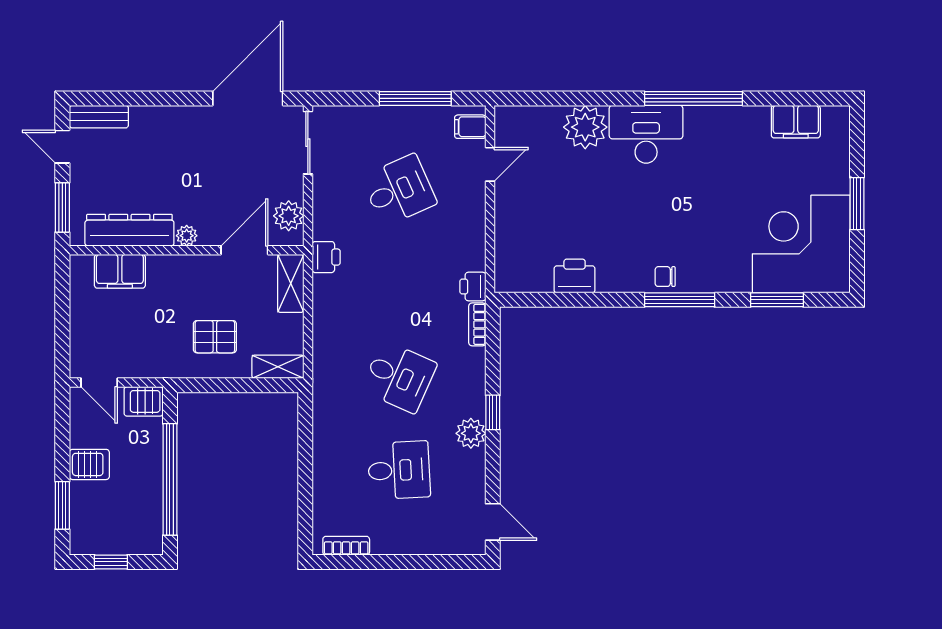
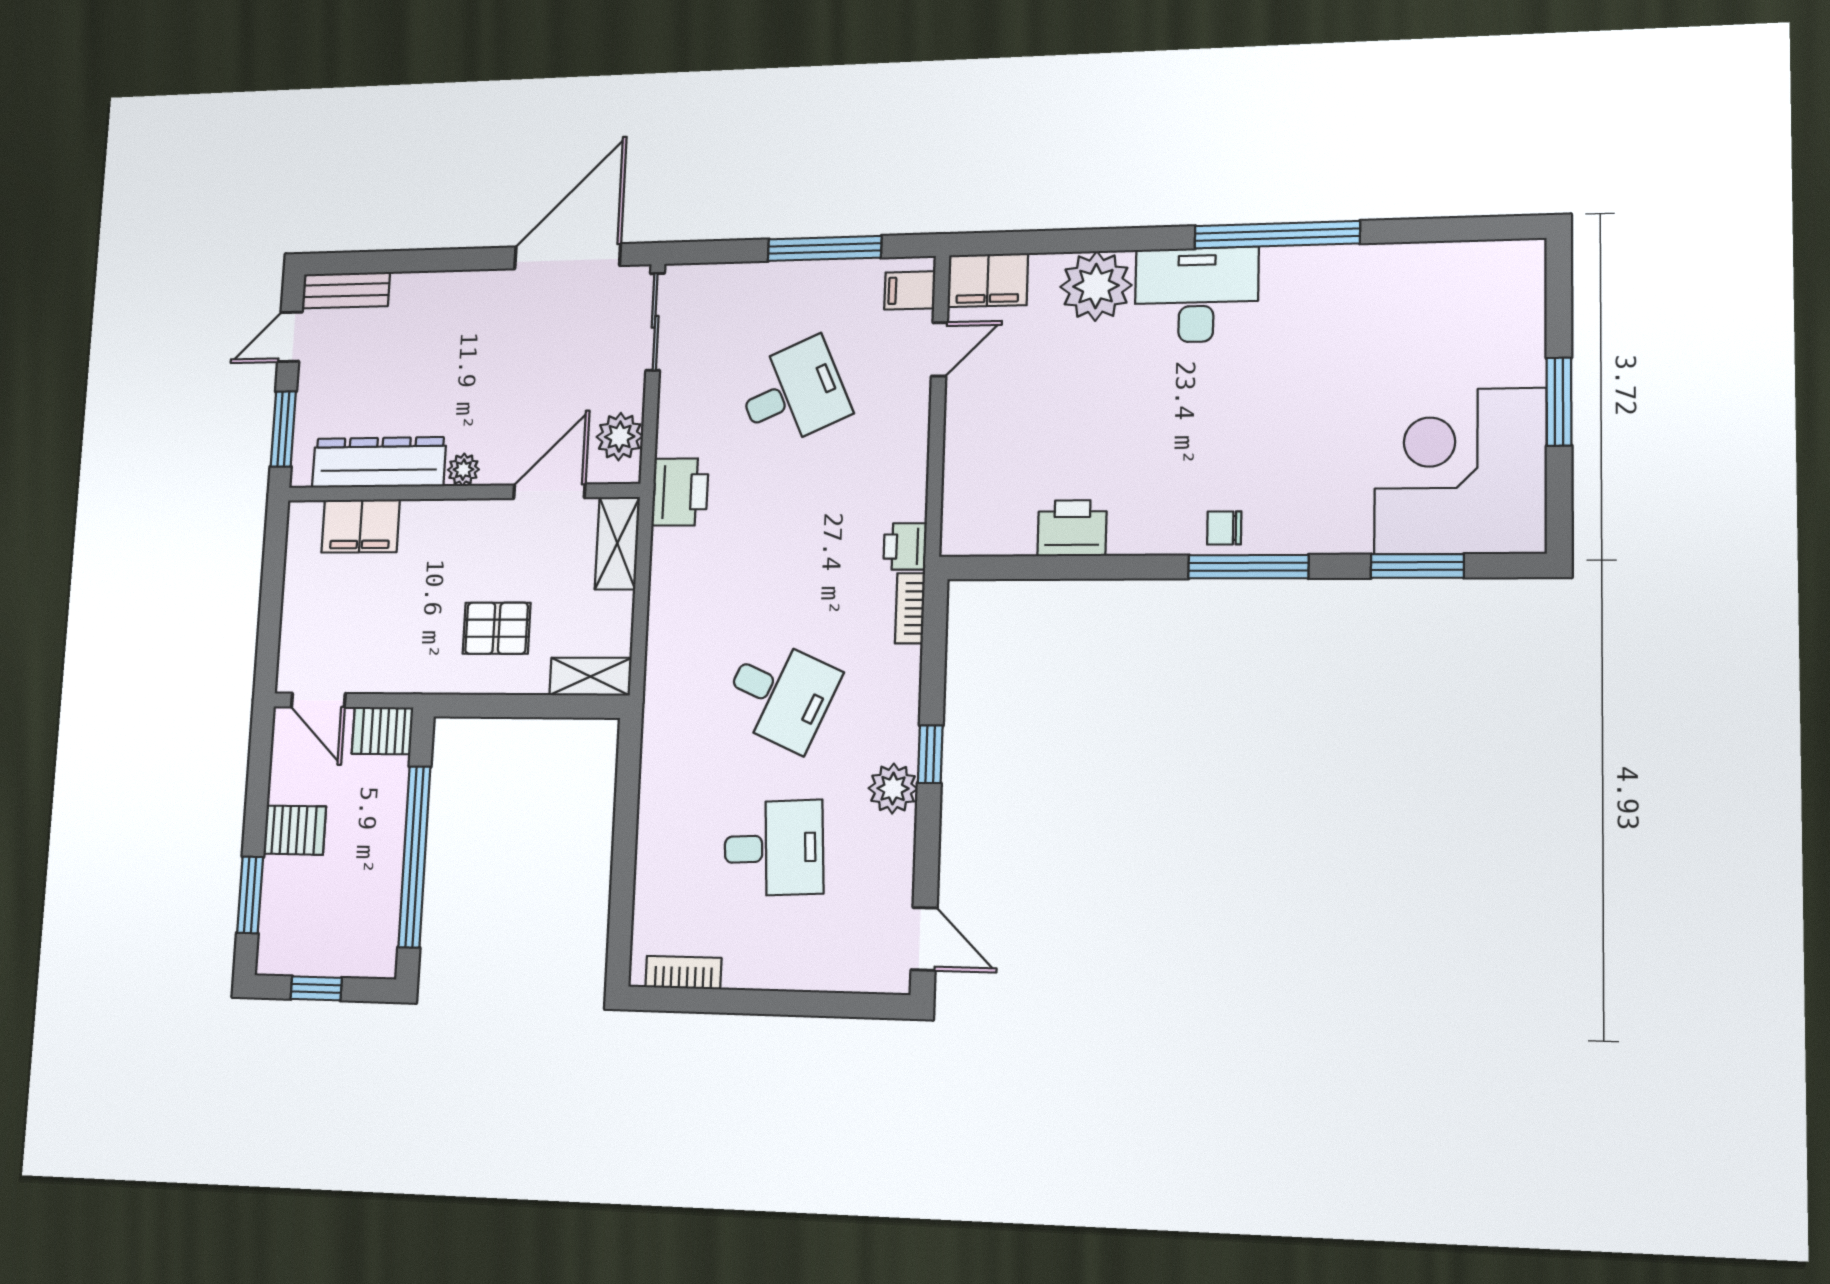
filing cabinet: (796, 122) -> (988, 280), moved
door: (62, 147) -> (290, 337), hinge flipped
printer: (326, 257) -> (680, 492), width x1.36, depth x1.24

